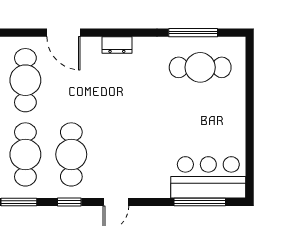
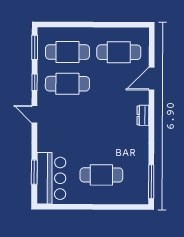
window: (193, 33) -> (151, 182), moved
cafe table: (200, 67) -> (101, 175), moved, turned 90
window: (200, 202) -> (34, 172), width x0.69

